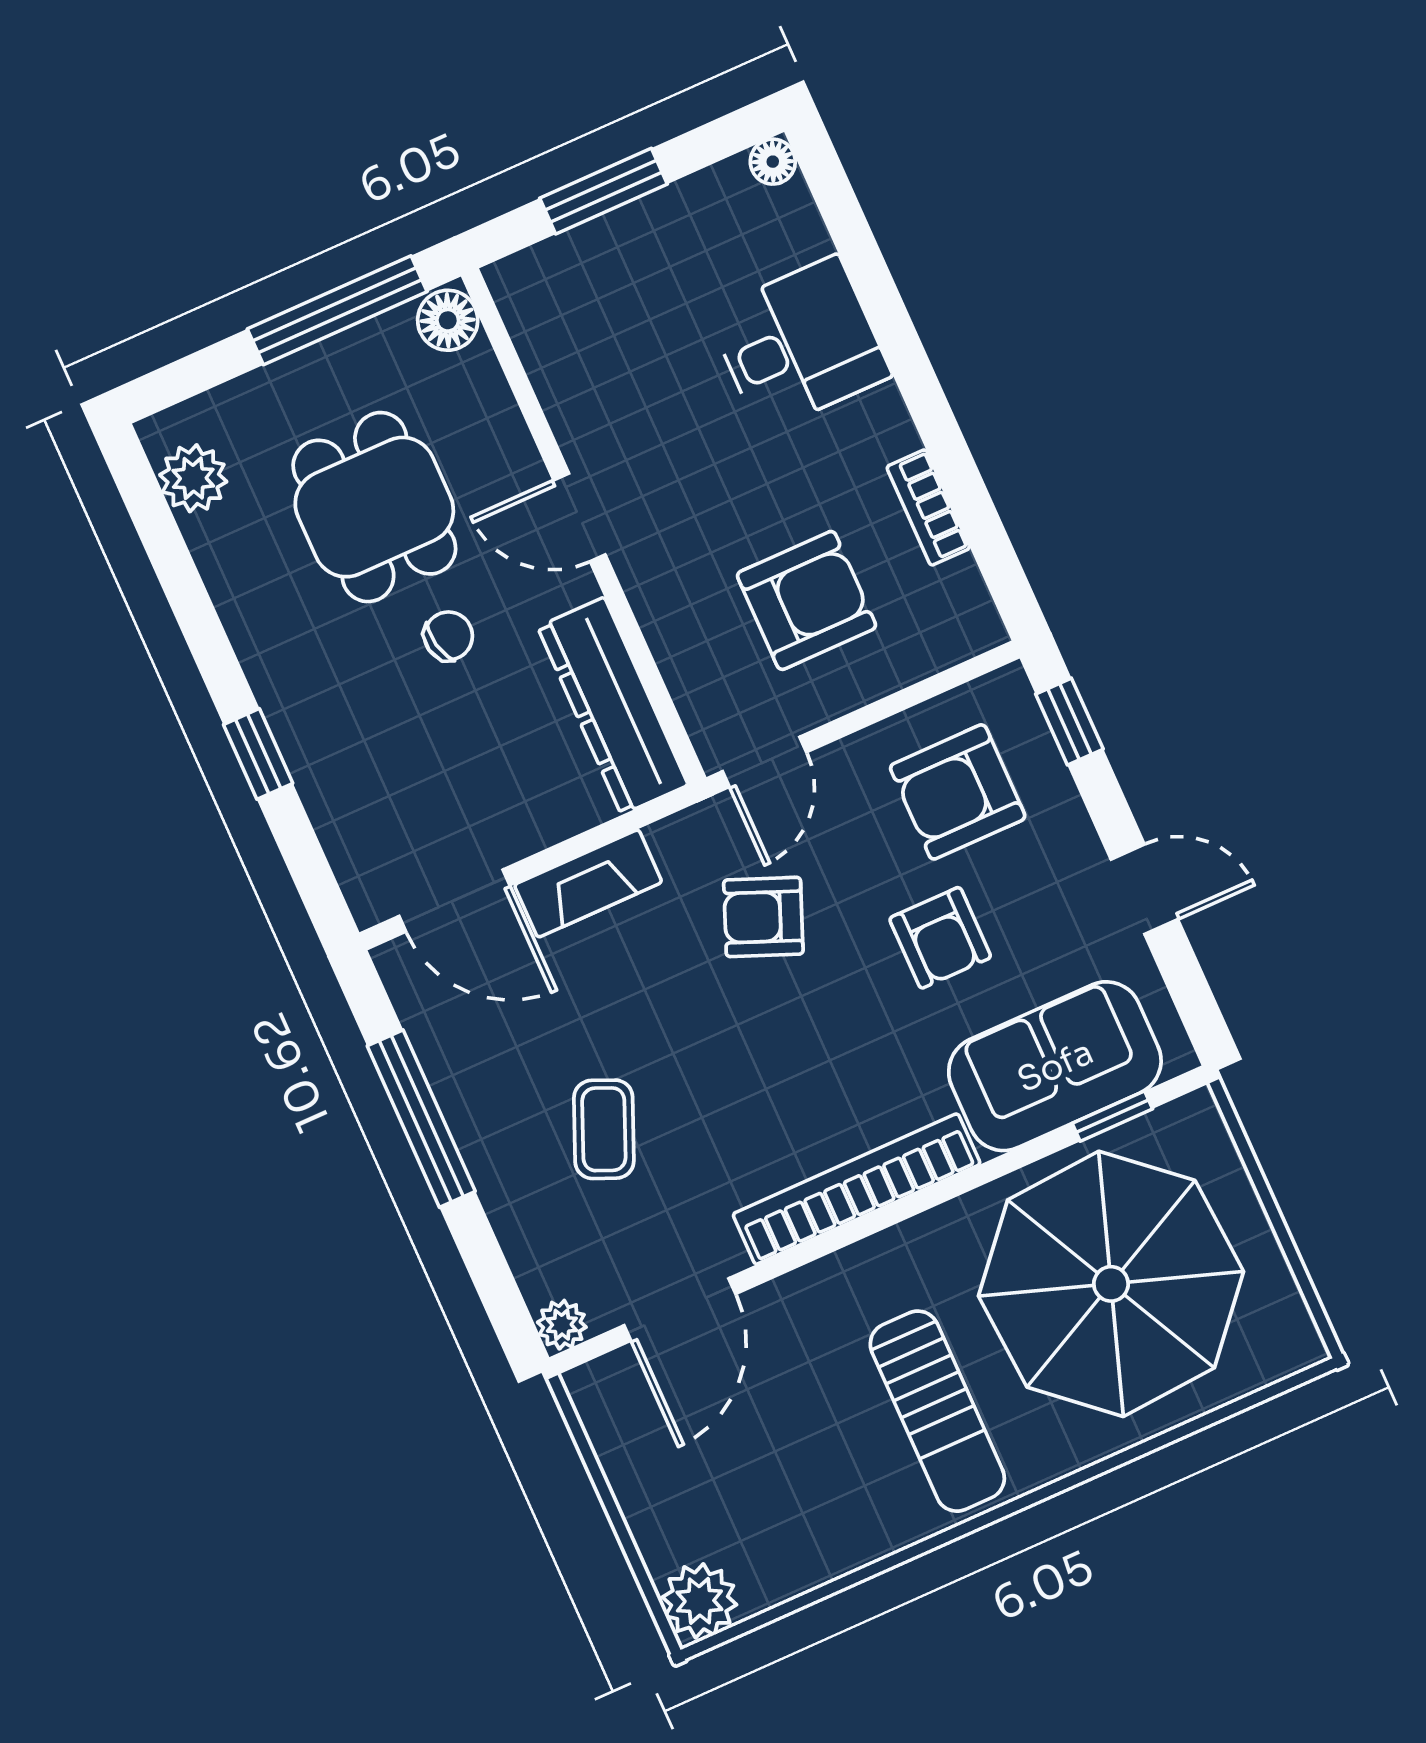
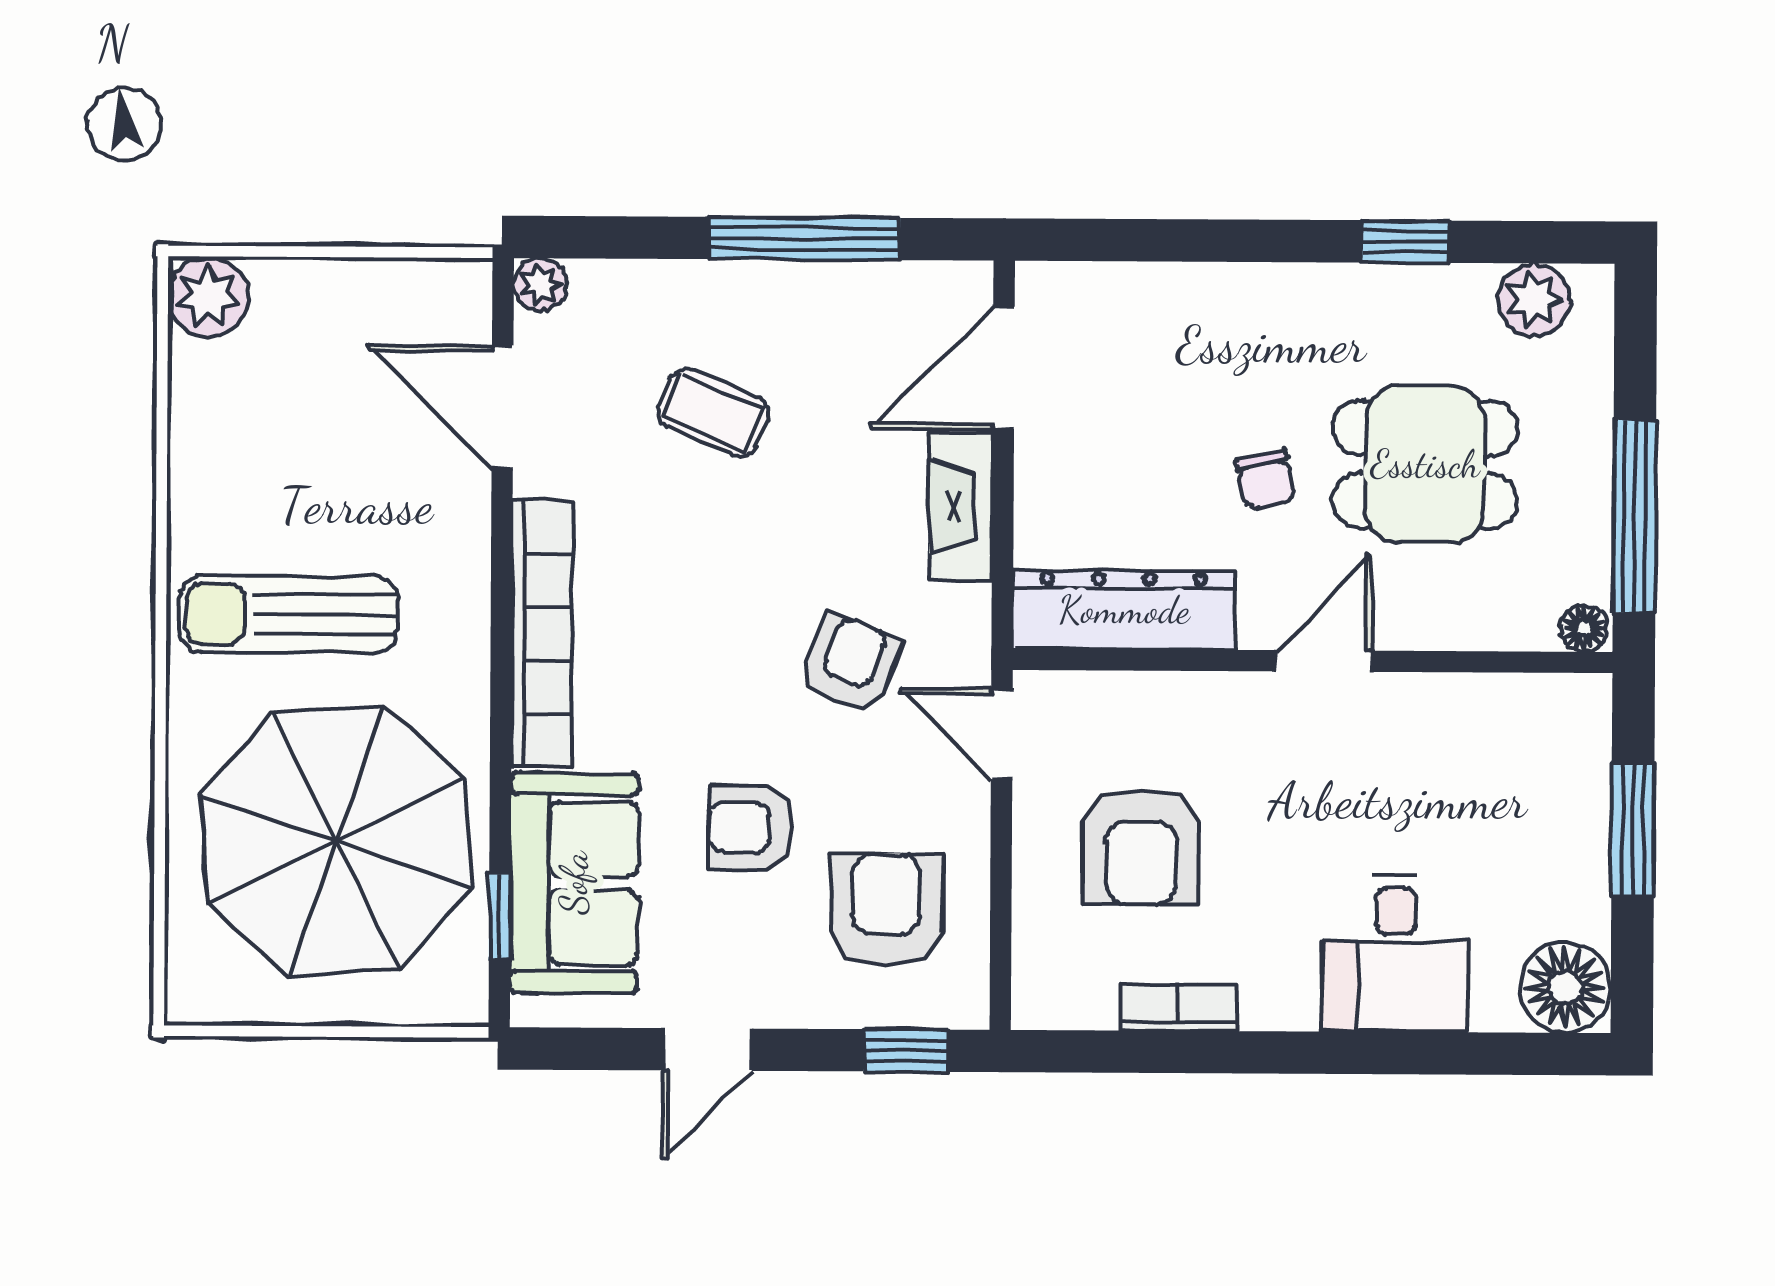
floor lamp: (773, 162) -> (1565, 987), width x1.89, depth x1.89
floor lamp: (448, 320) -> (1584, 628), width x0.73, depth x0.73
window: (258, 754) -> (1405, 242), moved

